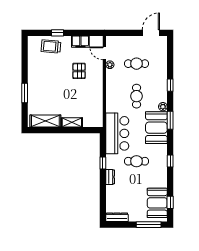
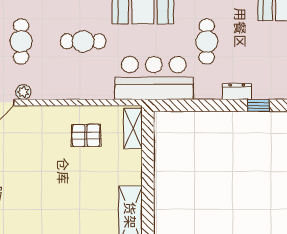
pallet: (79, 71) -> (86, 135), moved
shelving: (72, 122) -> (133, 129), moved
window: (103, 163) -> (258, 105), moved

